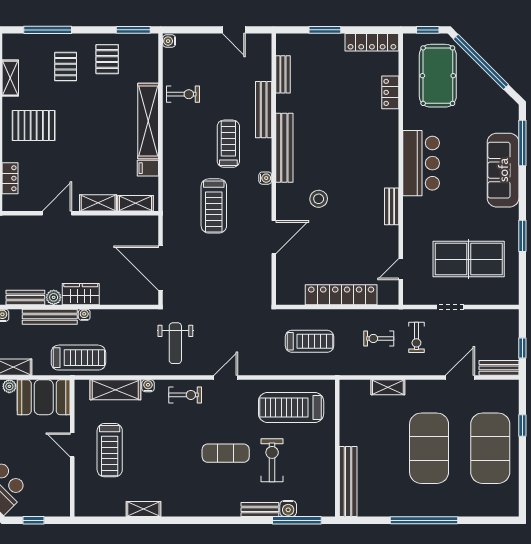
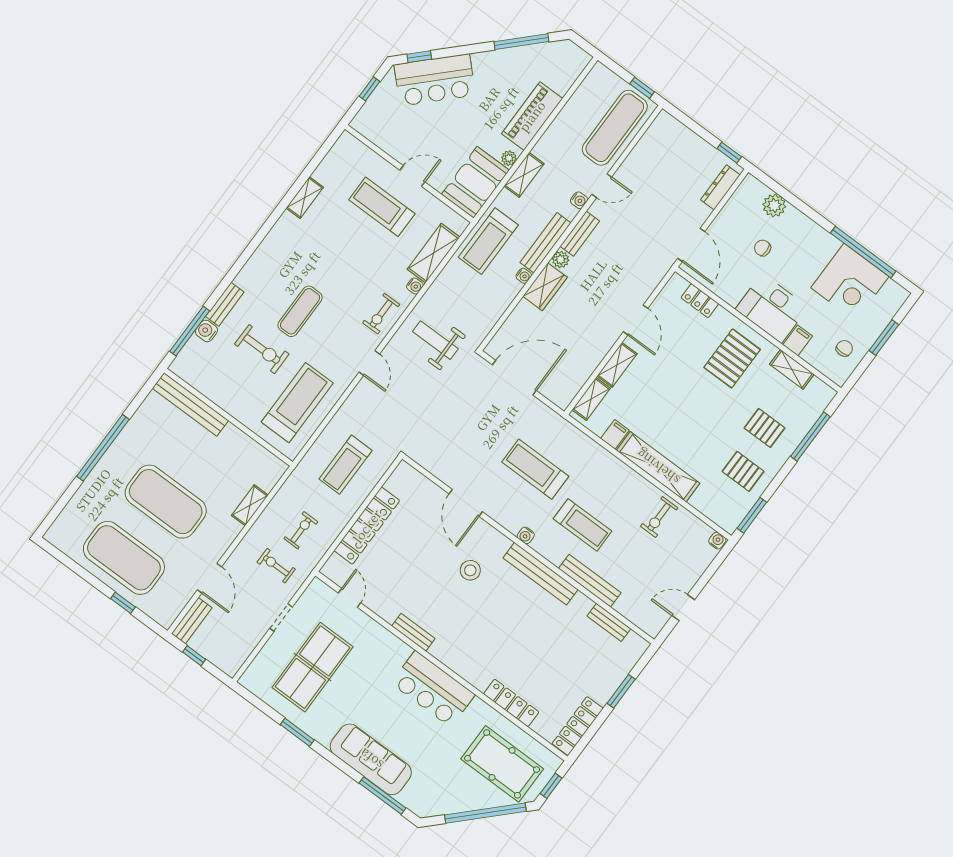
locker: (390, 92) -> (511, 703), width x1.53

